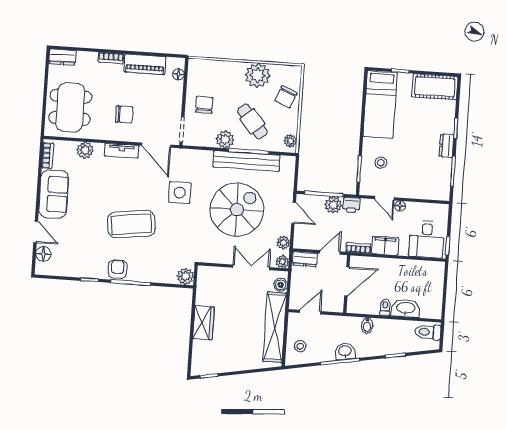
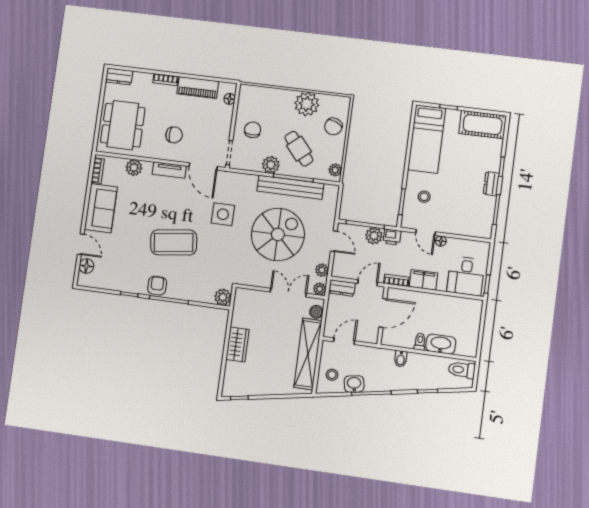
washbasin: (345, 351) -> (354, 384), moved

